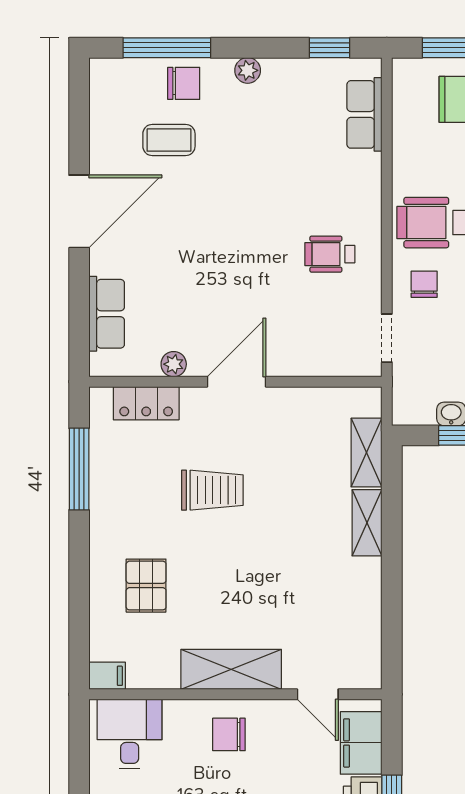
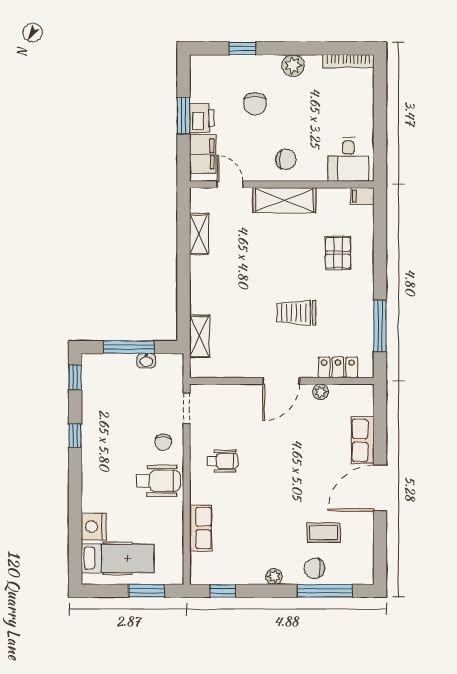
row of seats: (364, 114) -> (201, 528), moved
row of seats: (107, 314) -> (363, 440), moved
shelving: (367, 523) -> (199, 234), moved

